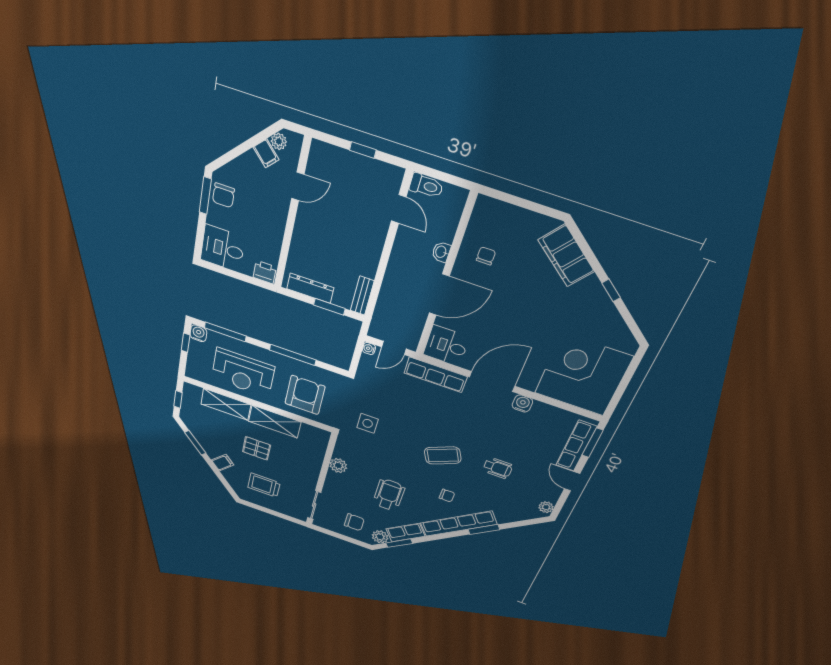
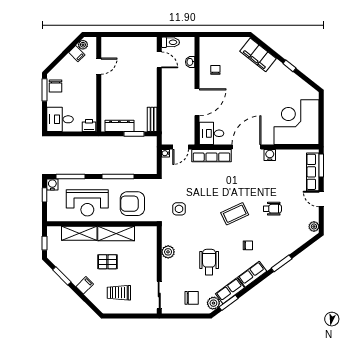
window: (363, 150) -> (131, 34), removed
washbasin: (441, 252) -> (190, 62), moved
armchair: (305, 395) -> (132, 204), turned -90
row of seats: (458, 524) -> (252, 274), width x0.50

